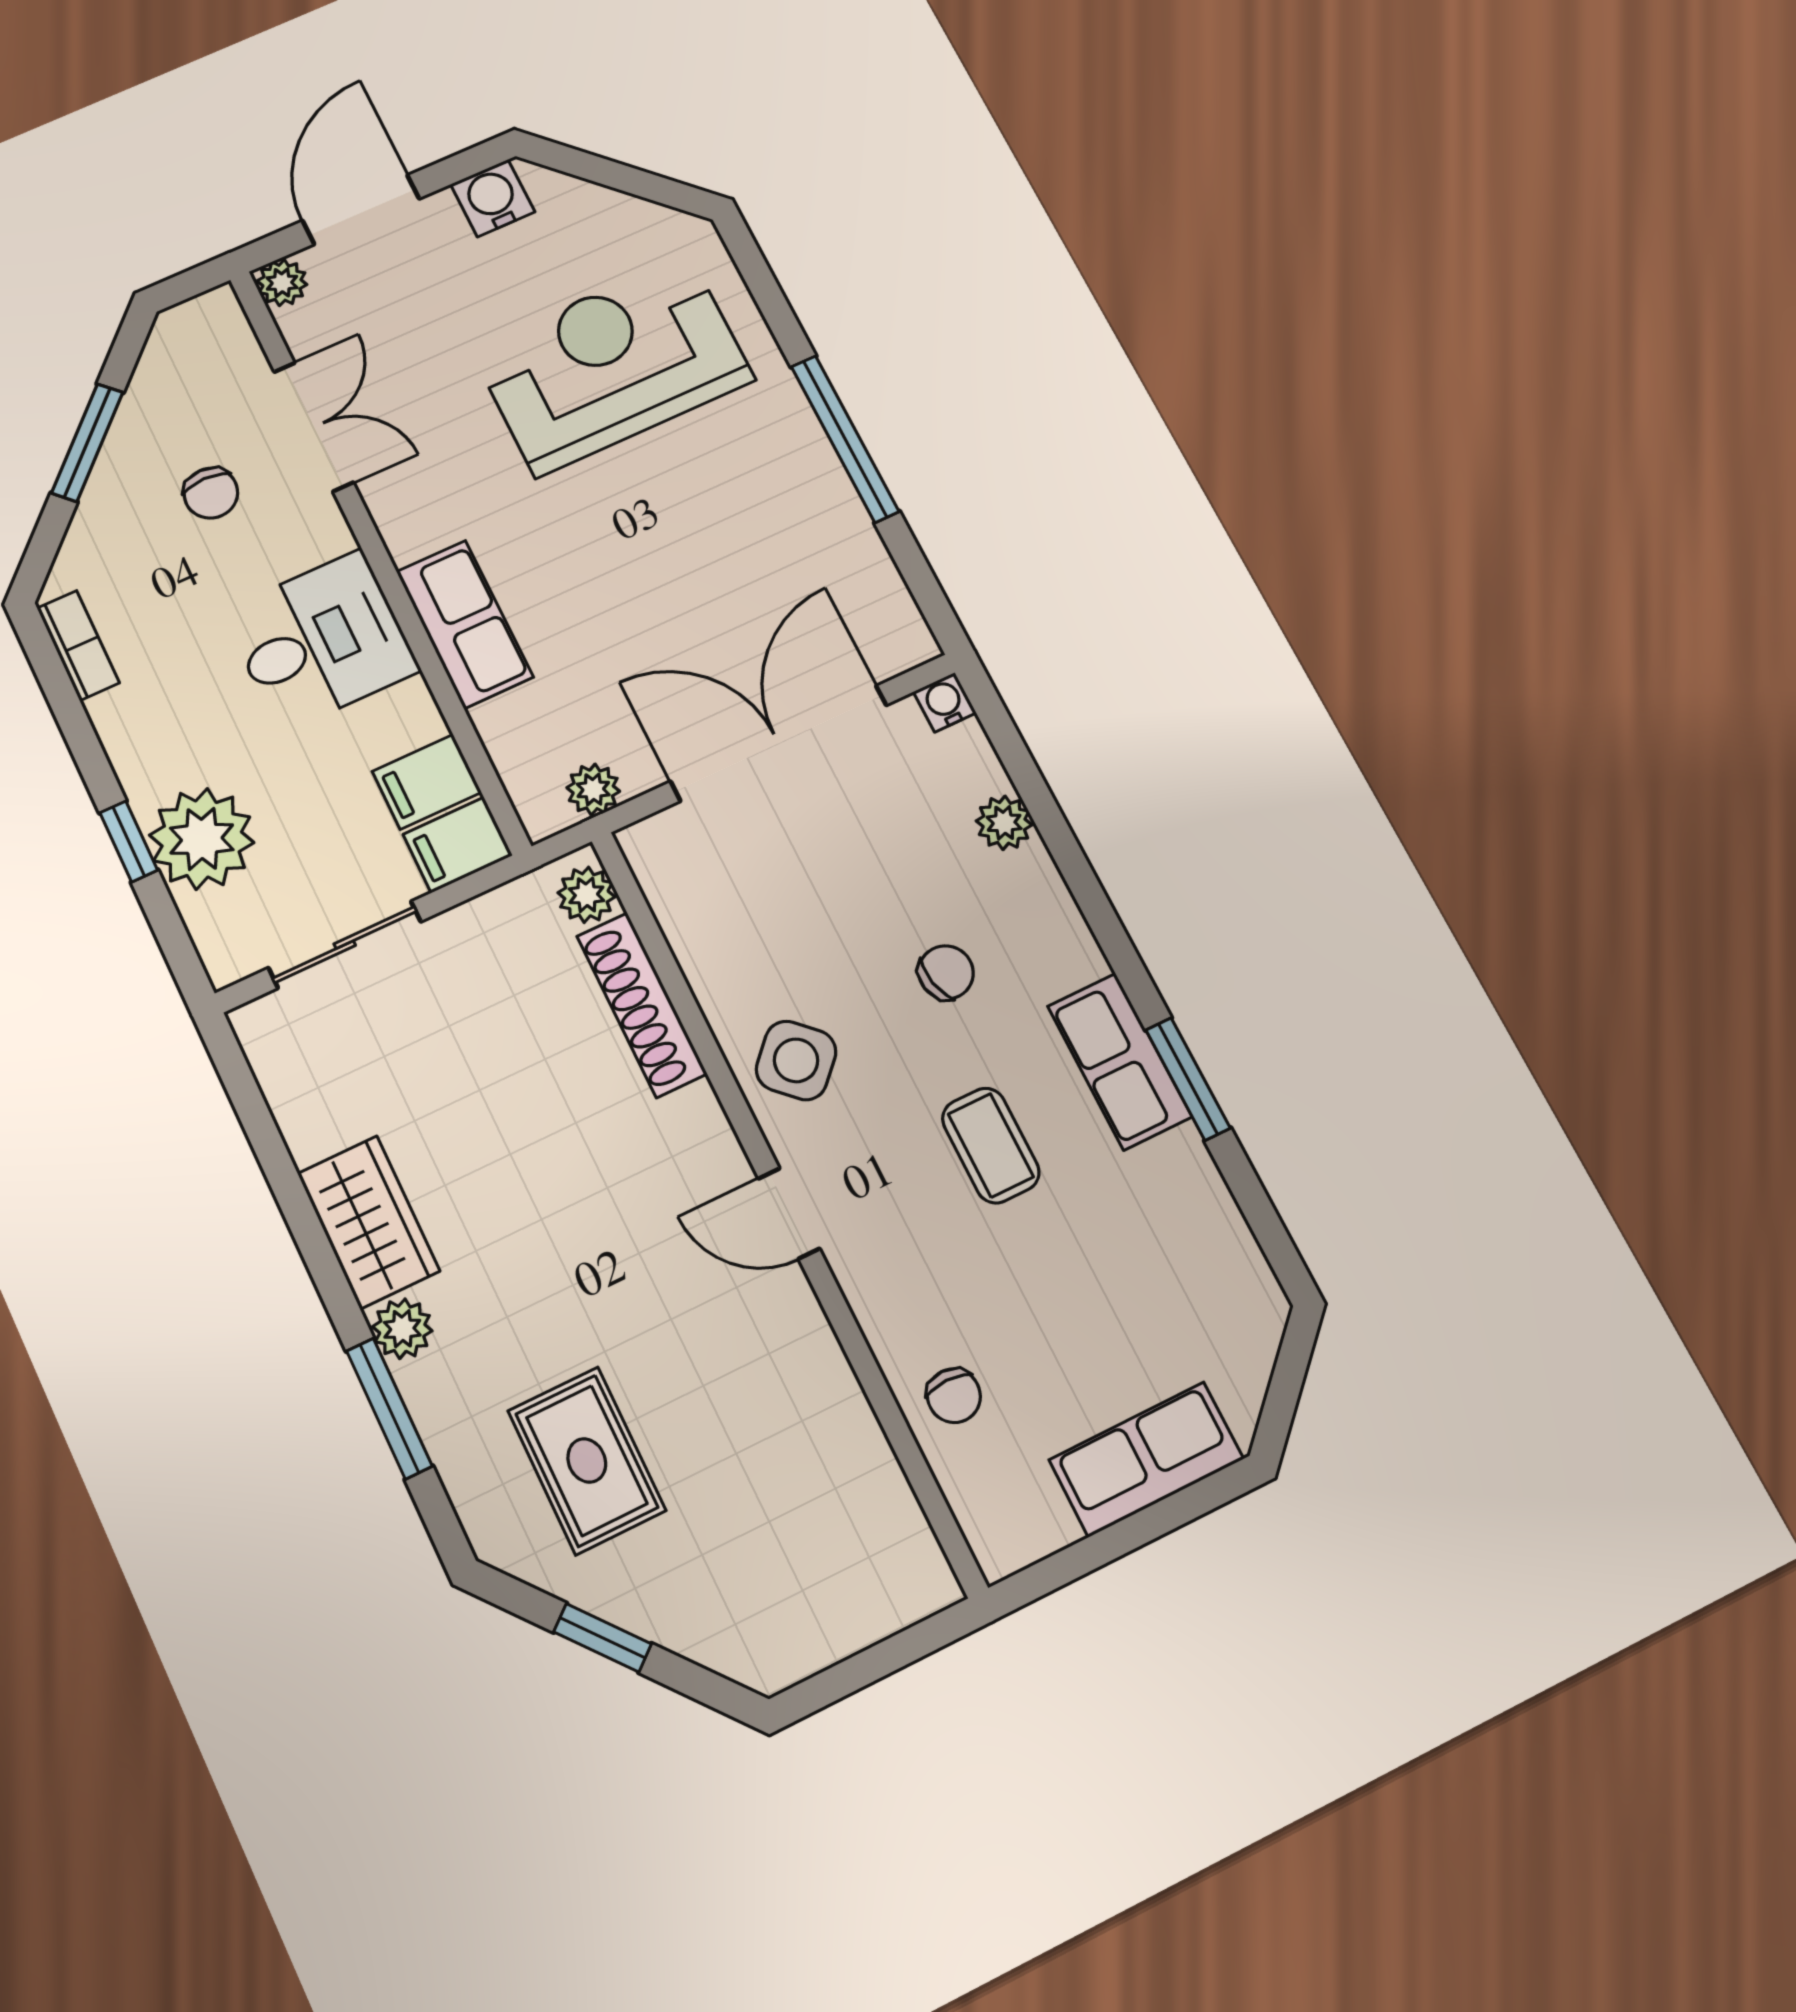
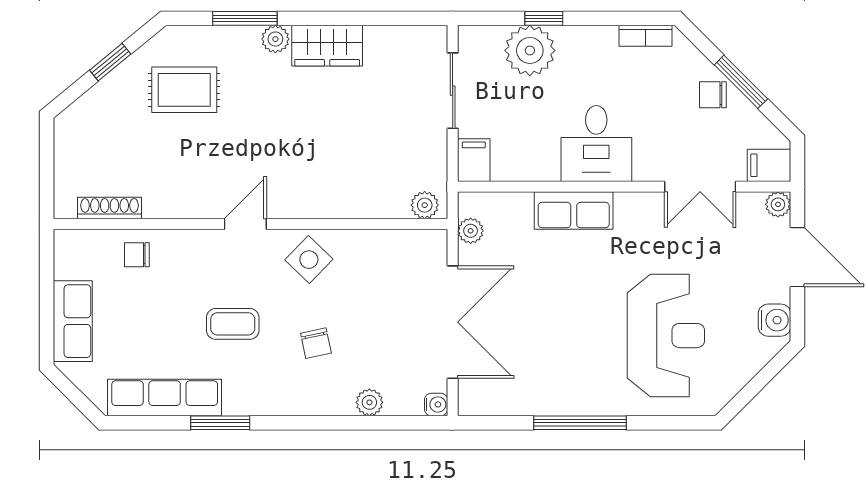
chair: (211, 493) -> (713, 95), moved
filing cabinet: (427, 782) -> (769, 165), moved, turned -90
shoe rack: (642, 1005) -> (110, 208), moved, width x0.74, depth x0.81
row of seats: (1120, 1061) -> (165, 398), moved, width x1.48

